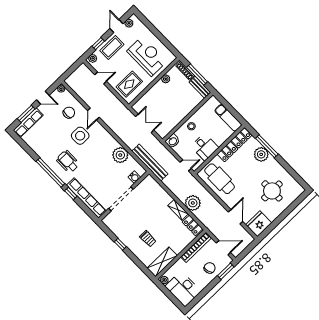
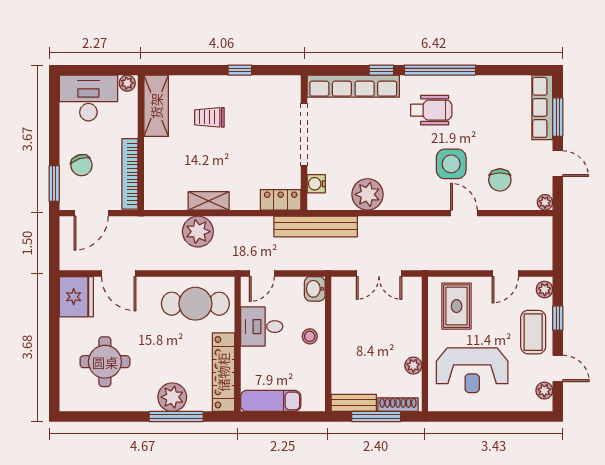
door: (43, 98) -> (558, 164), swing flipped
locker: (192, 225) -> (281, 200), moved

